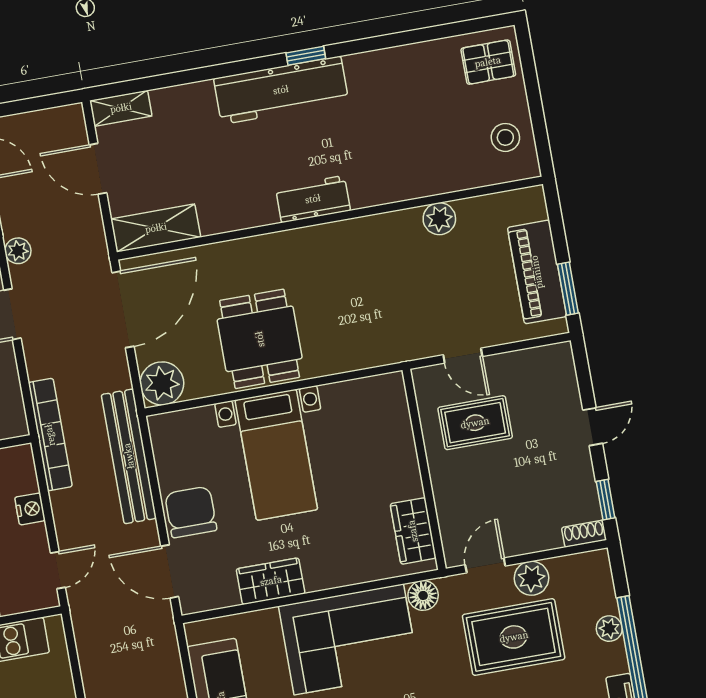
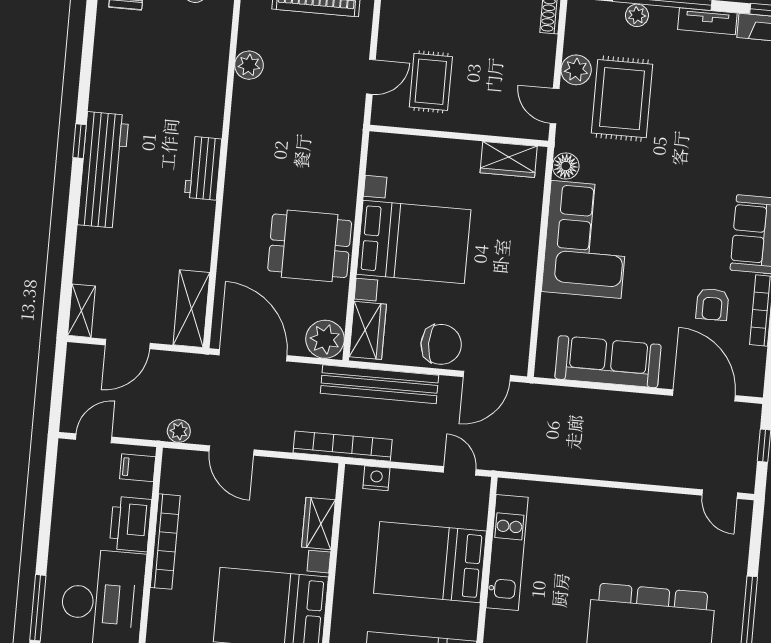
bed with nightstands: (276, 455) -> (414, 242), width x1.36
nightstand: (30, 509) -> (376, 478), moved
chair: (191, 512) -> (441, 344), turned 180
wardrobe: (271, 581) -> (368, 330), moved, turned 180

